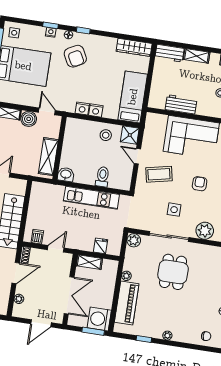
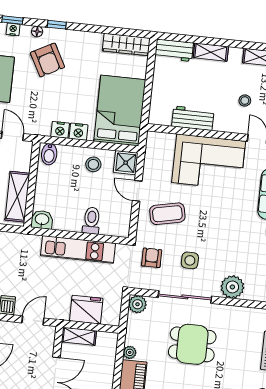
bed: (133, 97) -> (120, 111), width x1.50
bidet: (73, 126) -> (49, 154), added
armchair: (200, 184) -> (152, 258), moved
fridge: (101, 246) -> (86, 310), width x1.88, depth x1.34
dining table: (173, 272) -> (192, 344), turned 90

